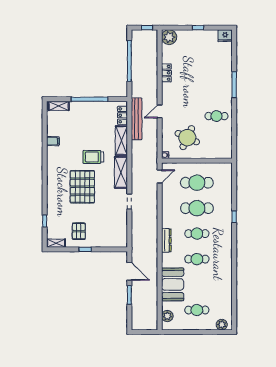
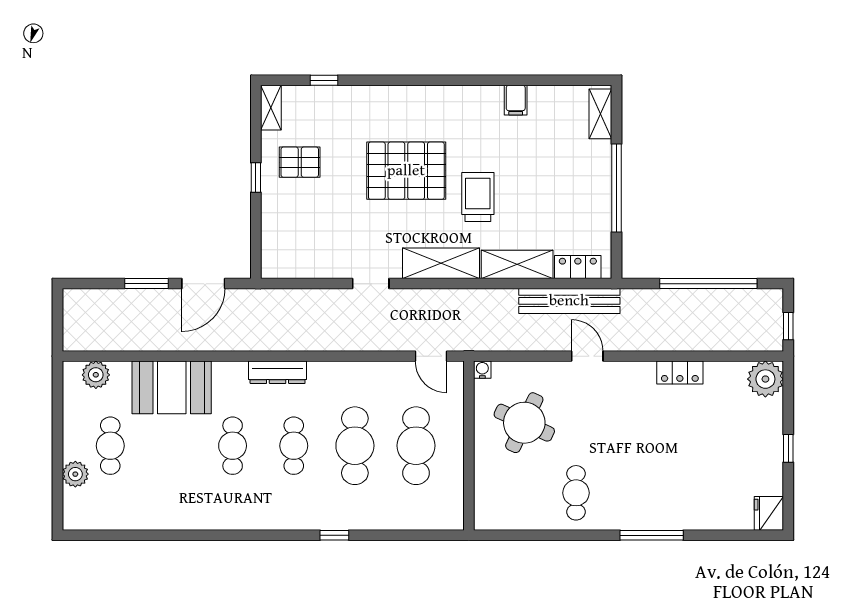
plant: (222, 325) -> (75, 474), moved

